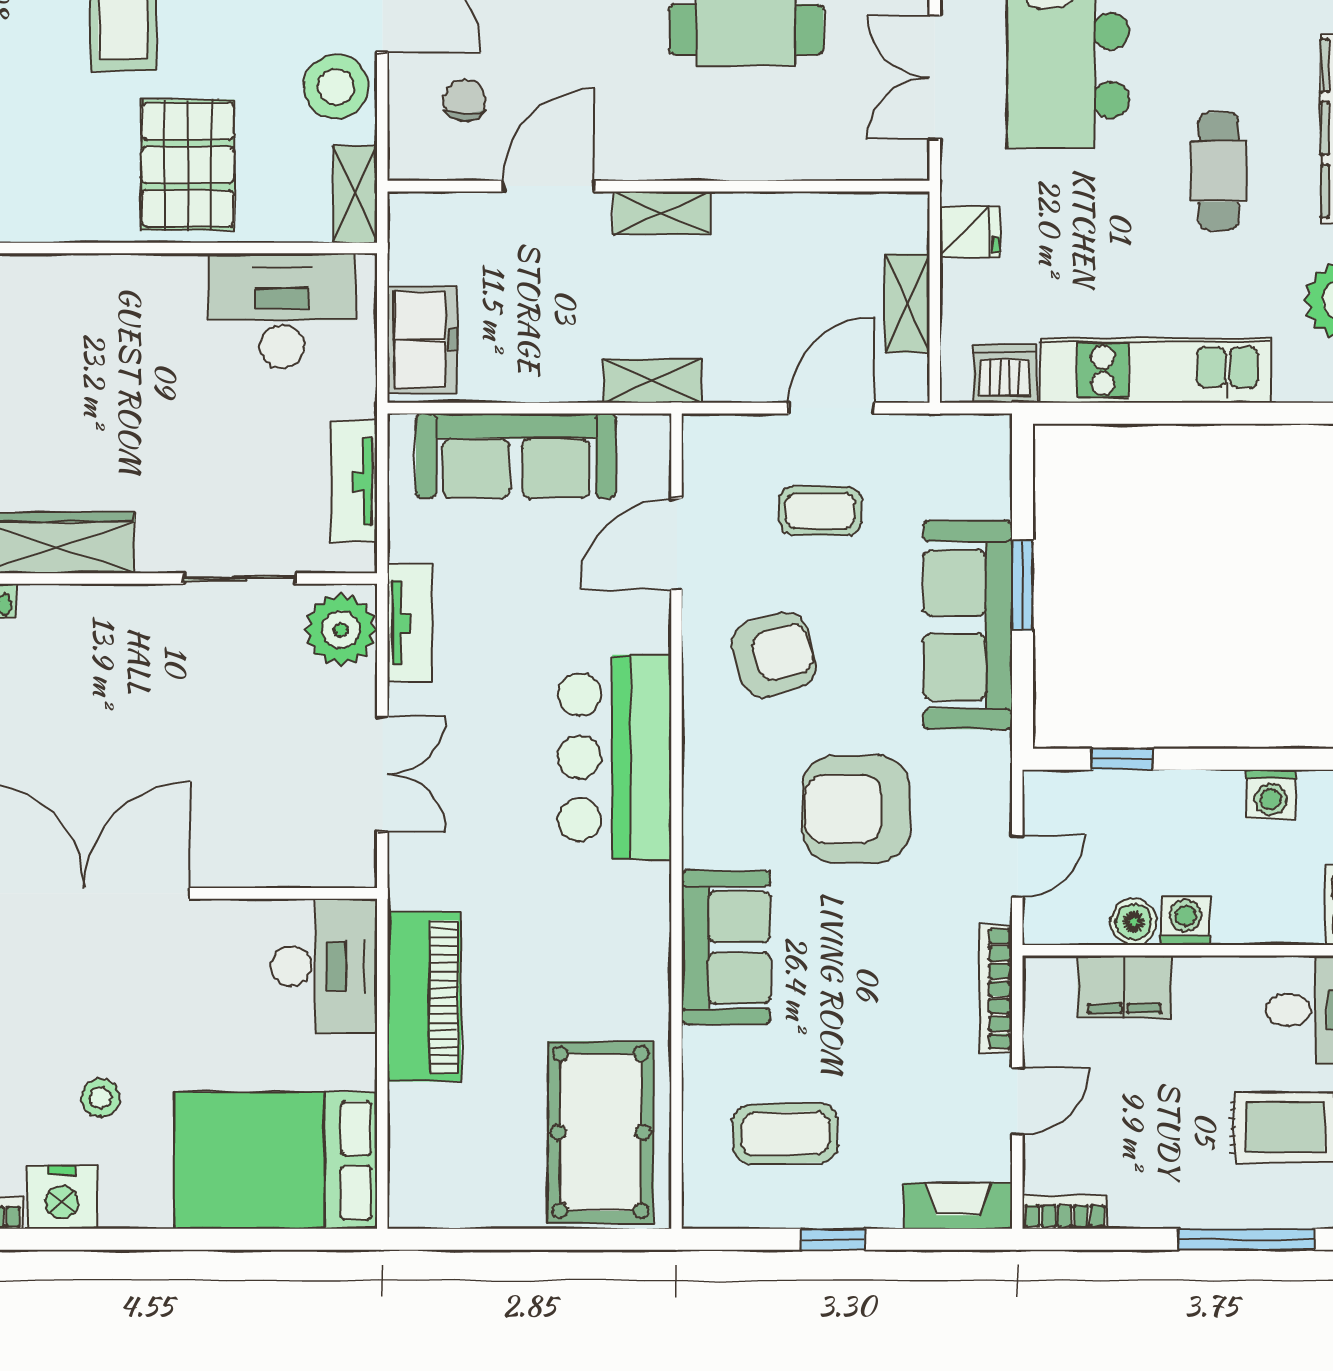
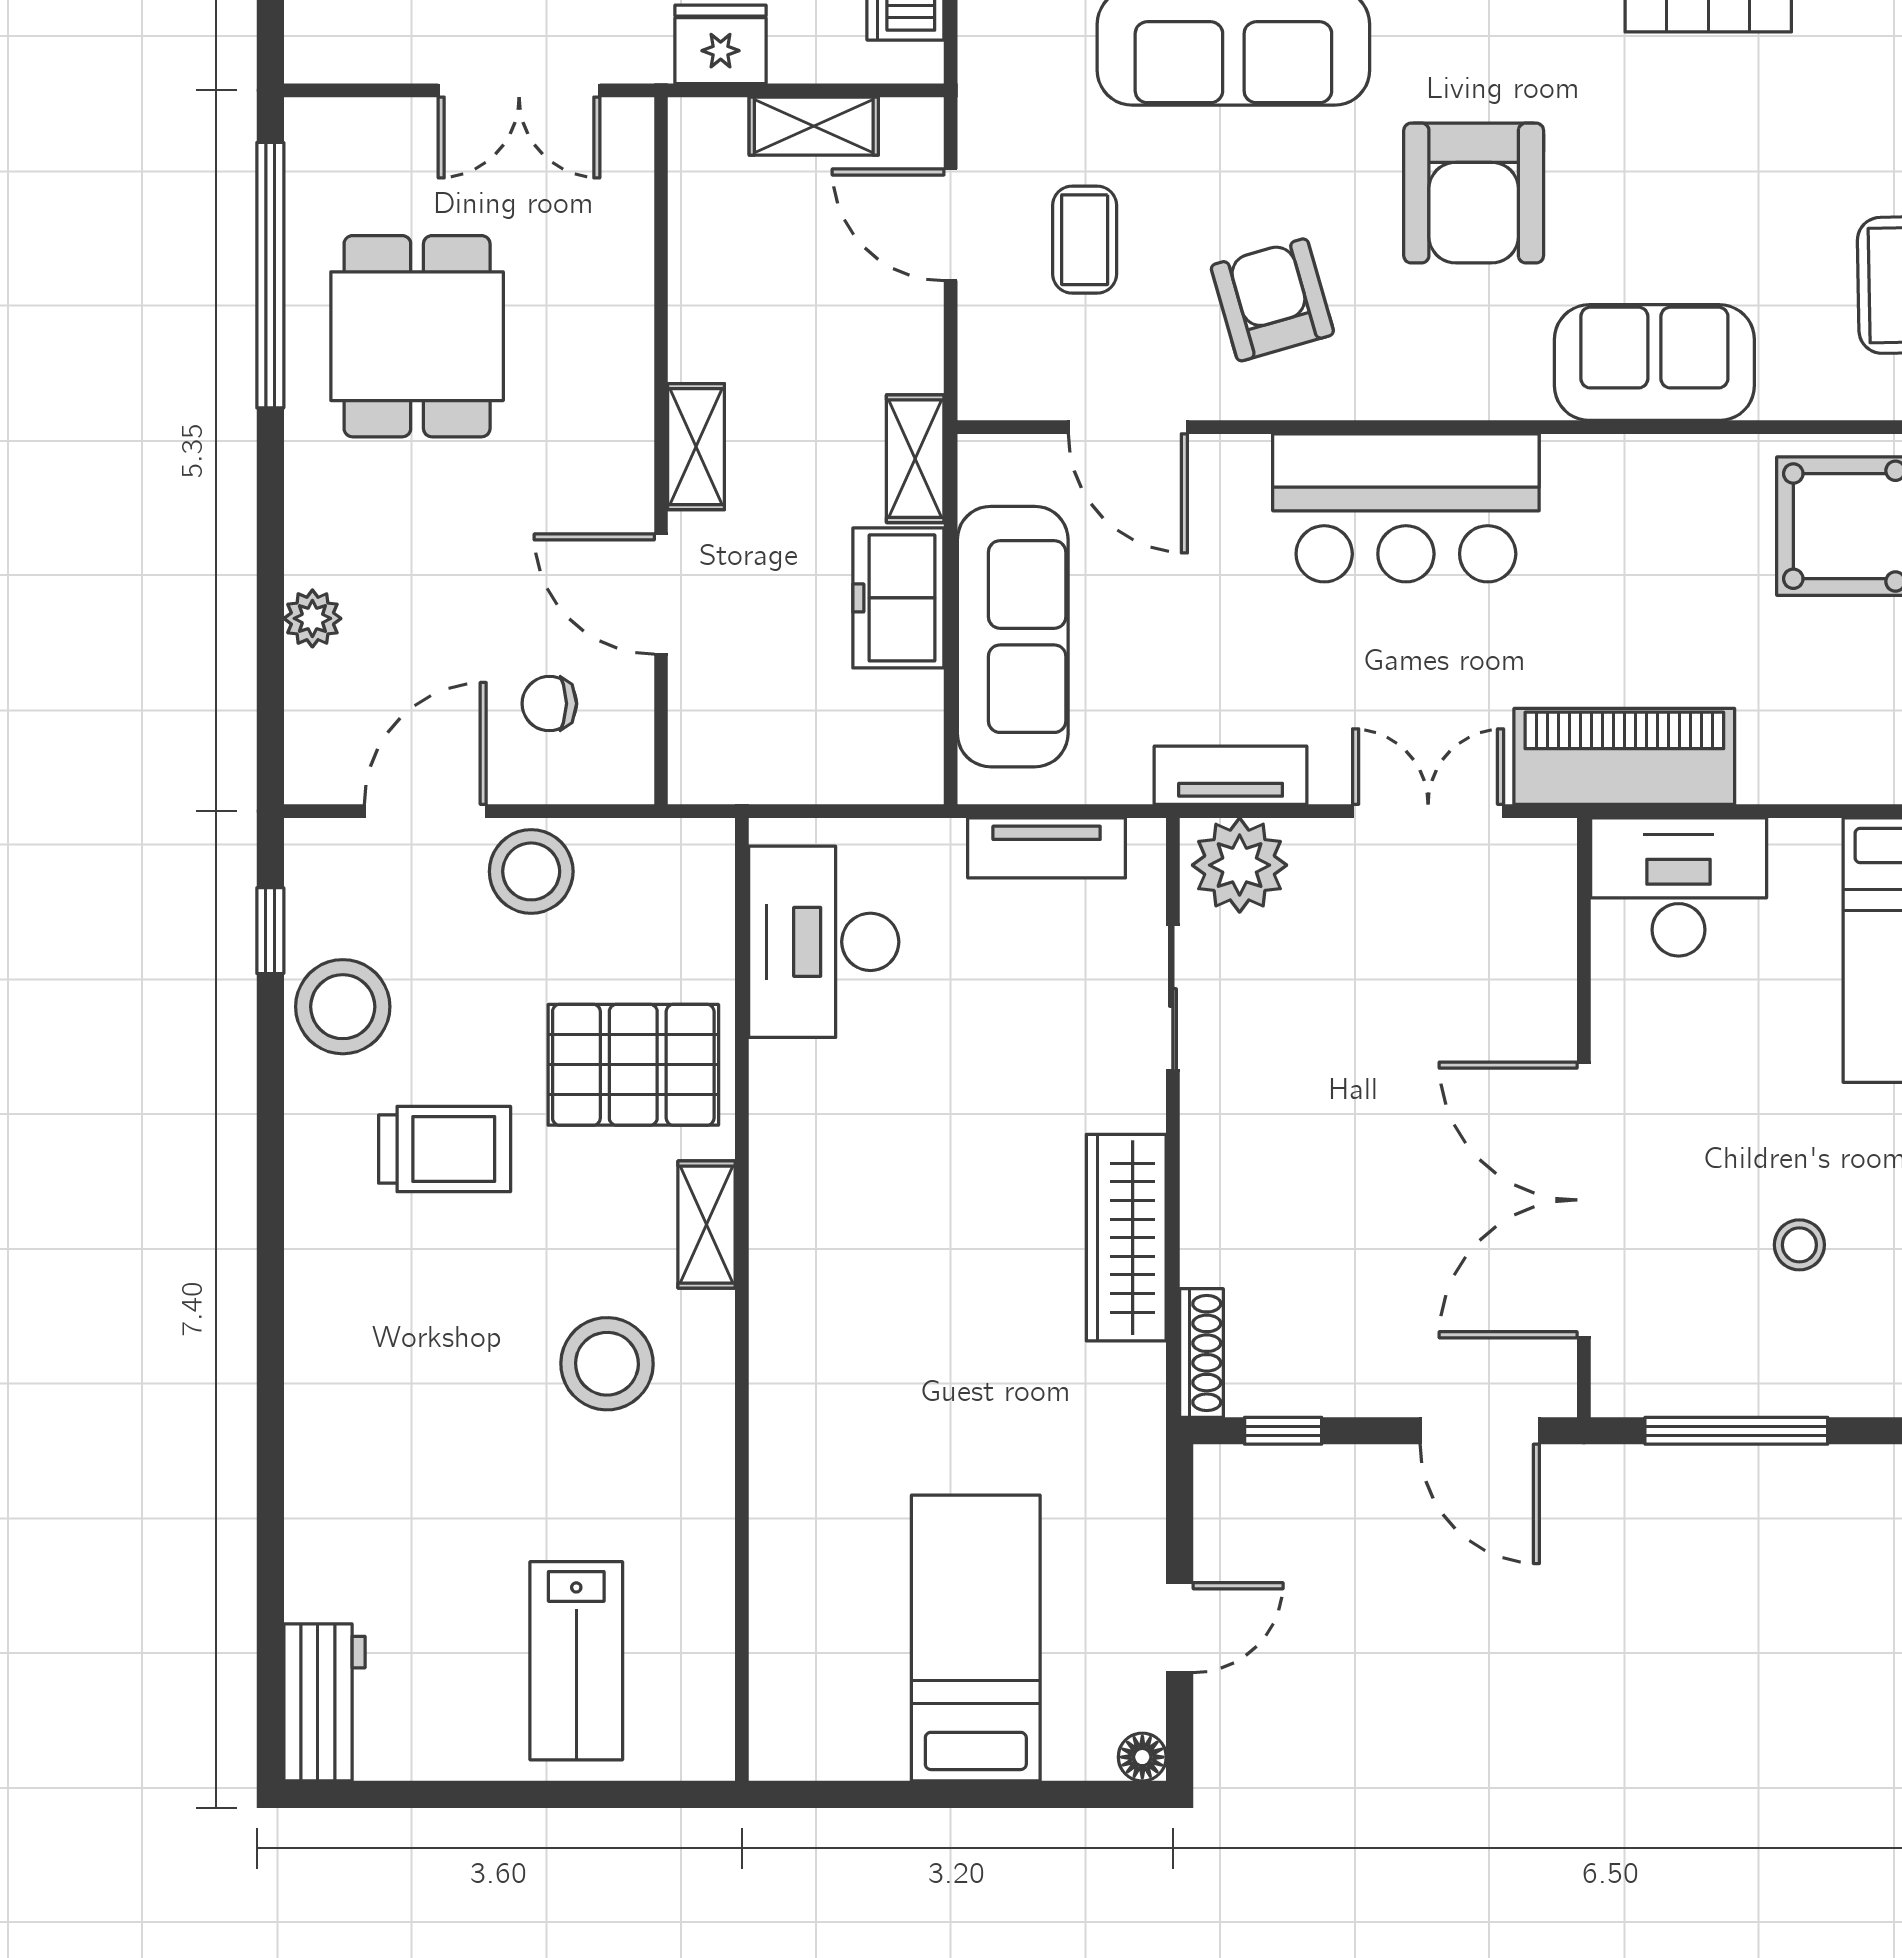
shelving: (355, 194) -> (706, 1225), moved, turned 90
fridge: (970, 232) -> (721, 44), width x1.38
freezer: (422, 340) -> (898, 598), moved, turned -90
piano: (424, 997) -> (1624, 756), moved
stool: (100, 1098) -> (1799, 1245), moved

